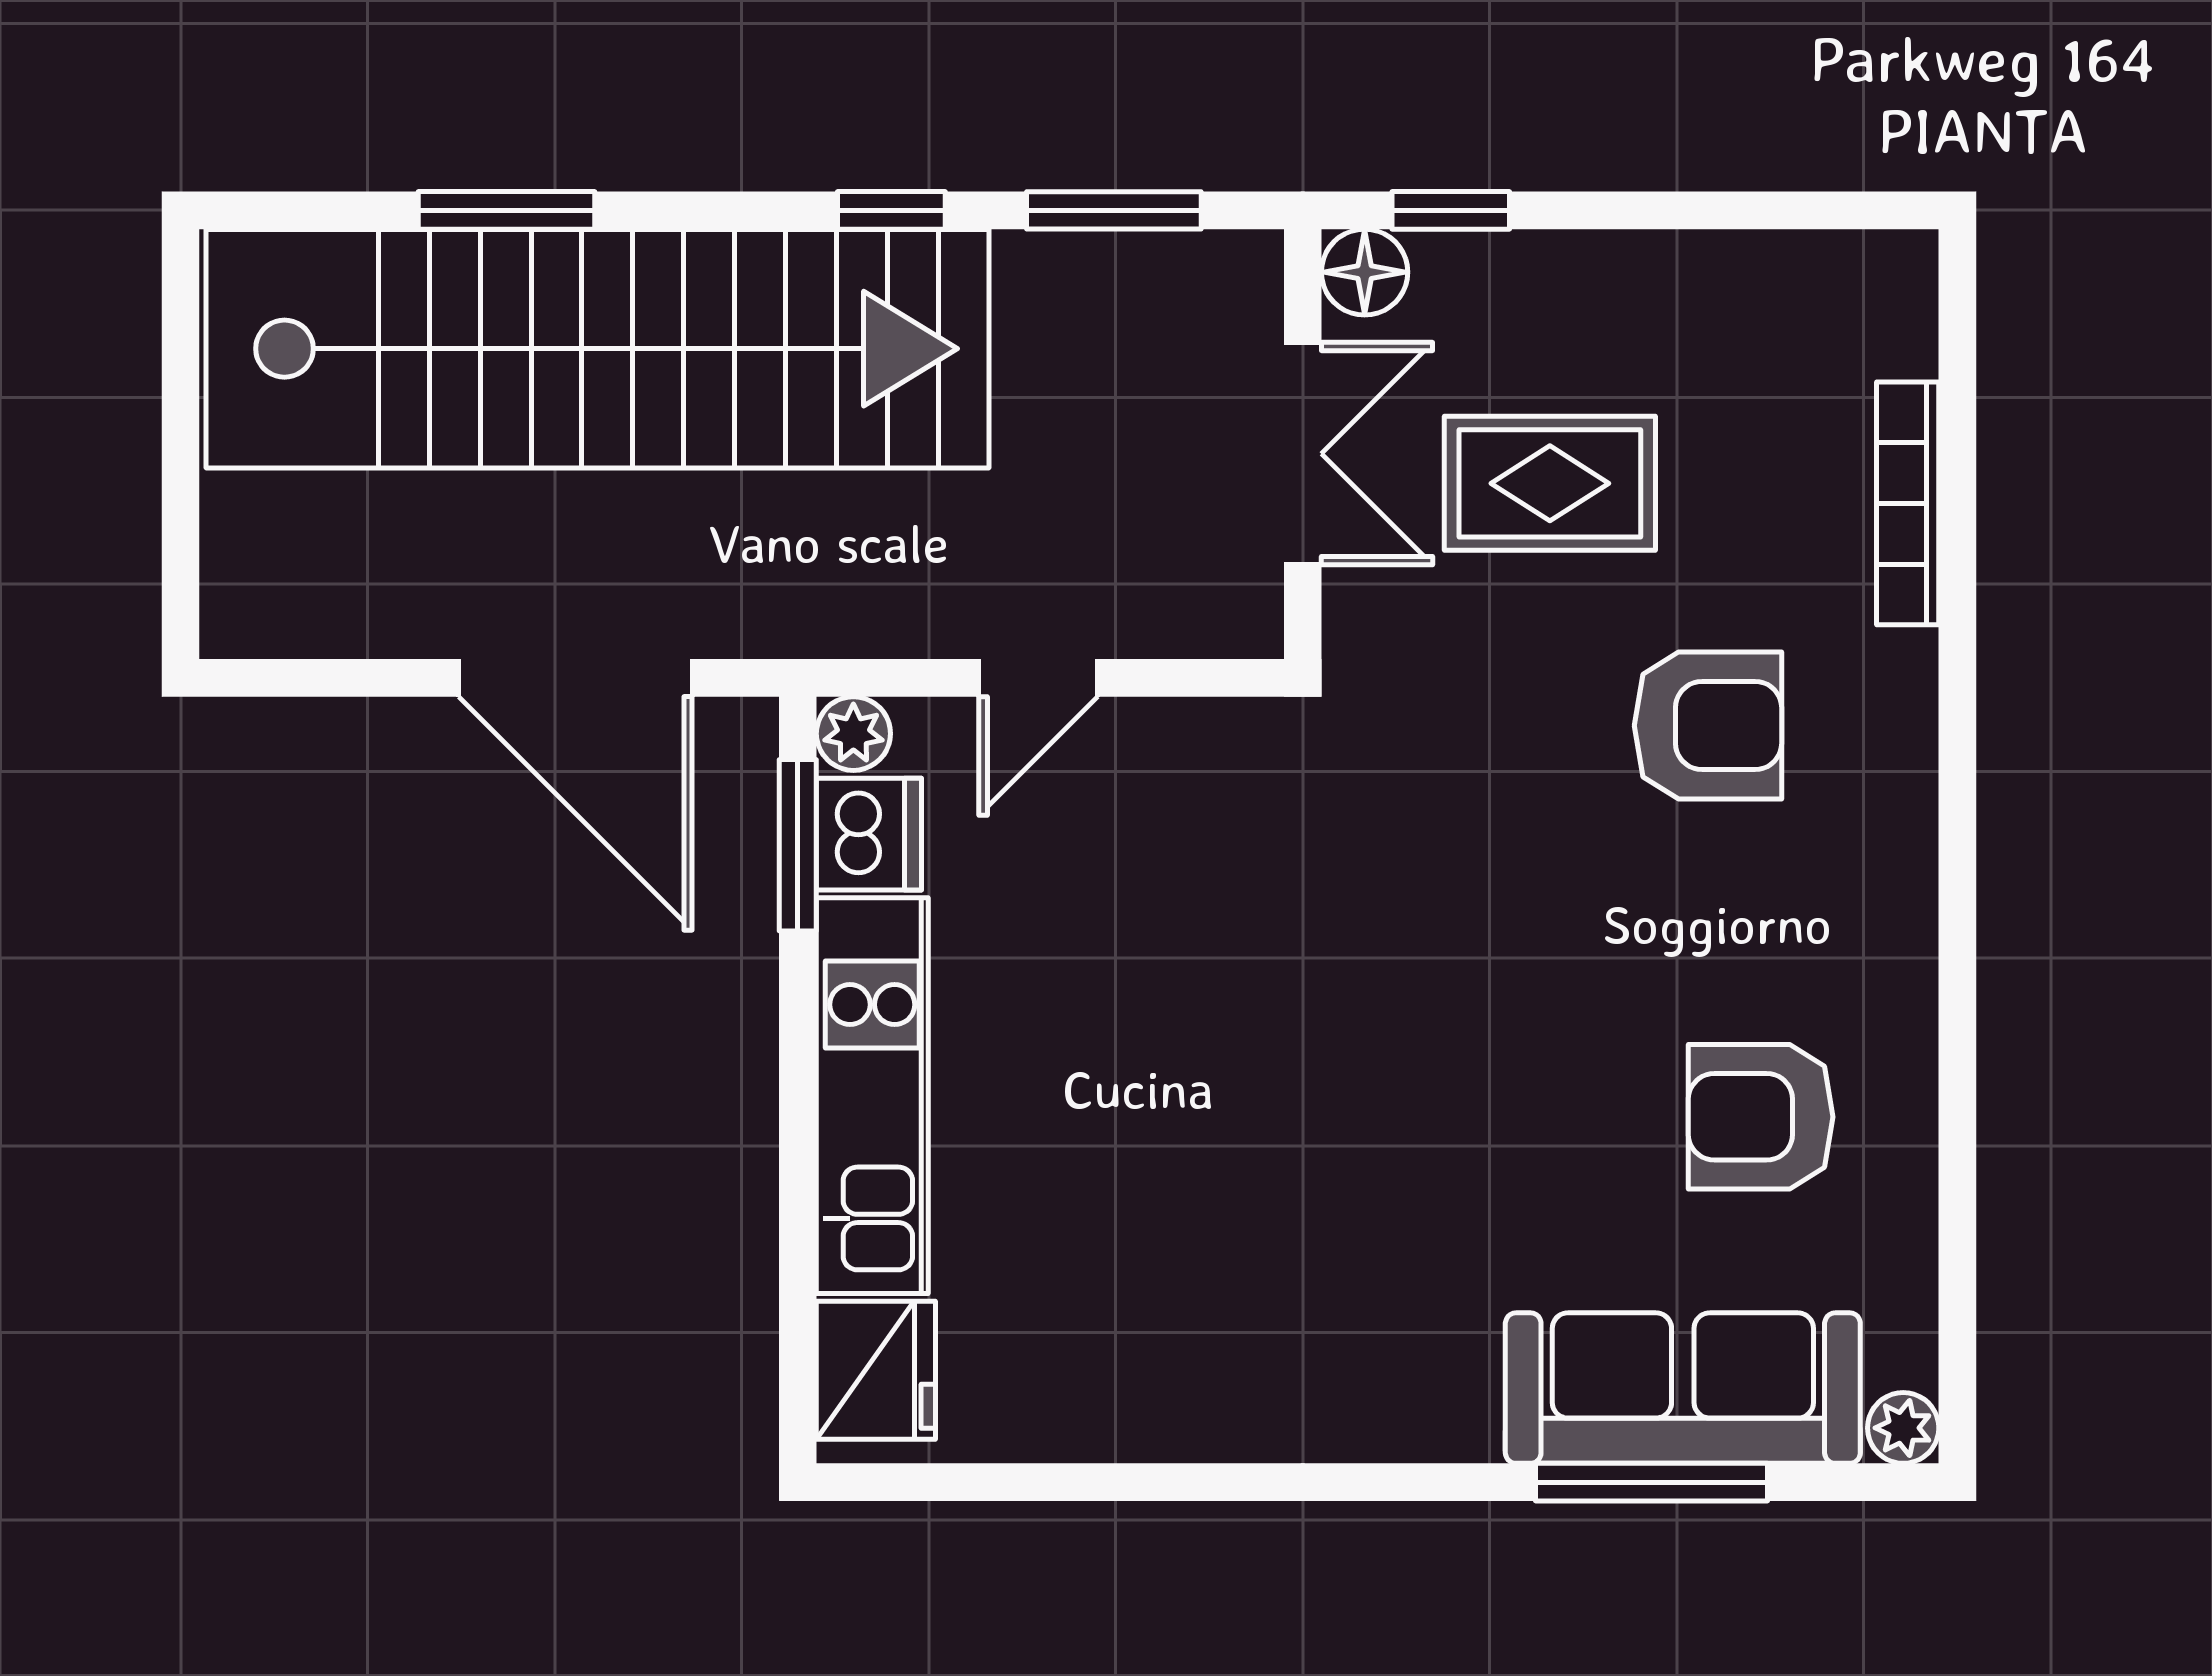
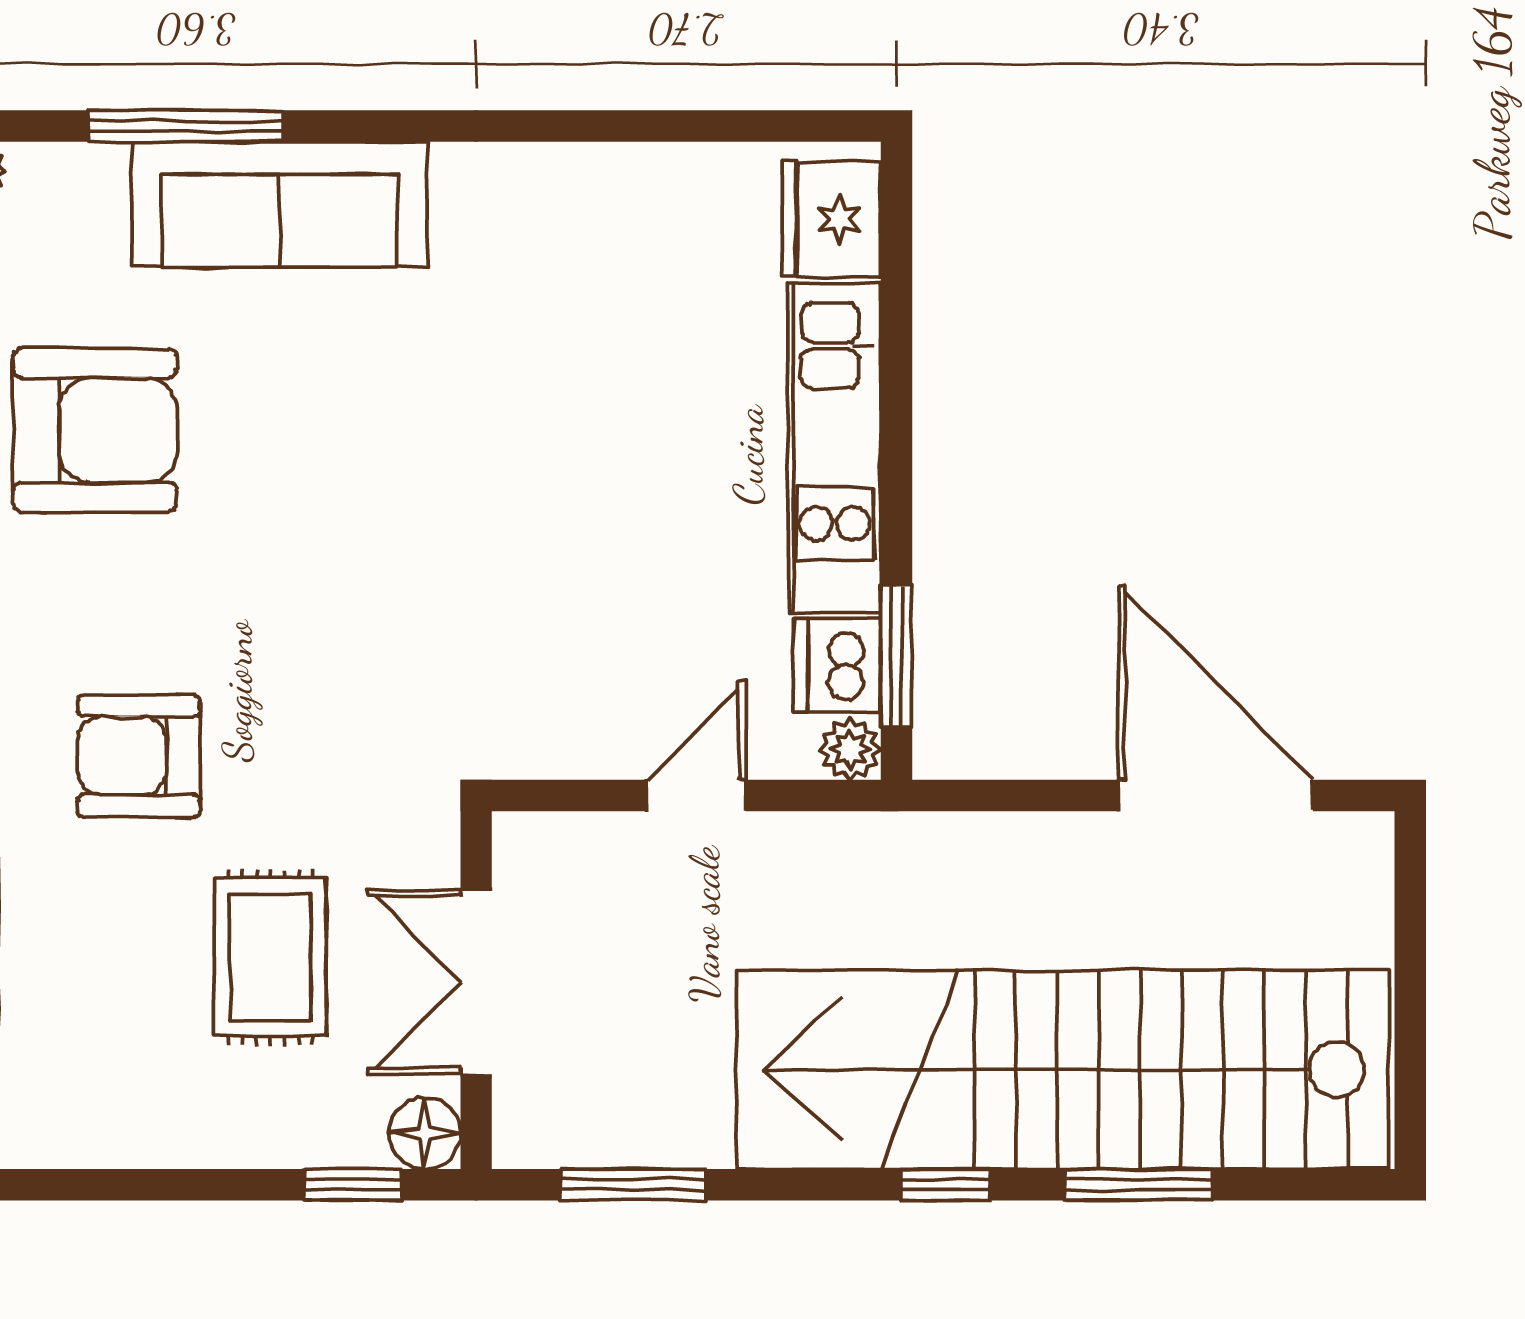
window: (891, 210) -> (945, 1185), moved
rug: (1550, 483) -> (270, 957), turned 90
door: (575, 678) -> (1216, 795), moved
armchair: (1761, 1117) -> (95, 430), width x1.36, depth x1.36
sofa: (1683, 1388) -> (280, 204), moved

